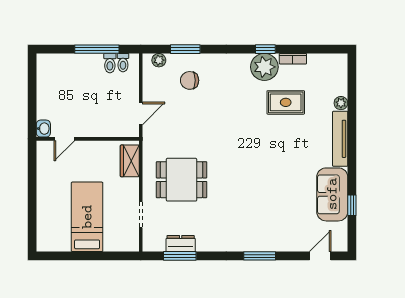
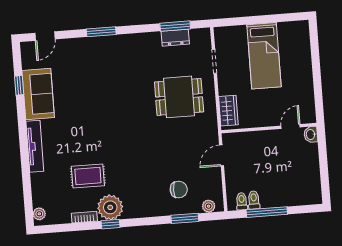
plant: (341, 103) -> (39, 214), moved

